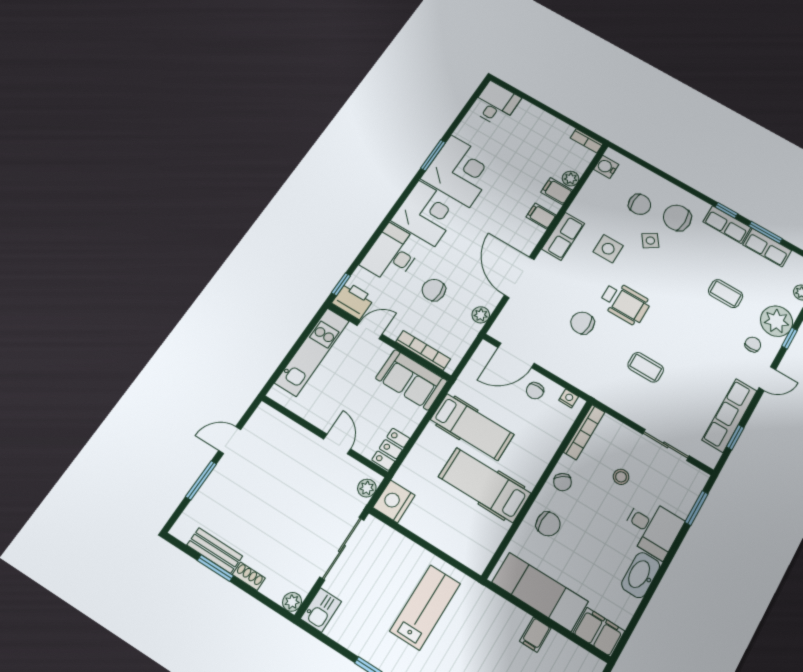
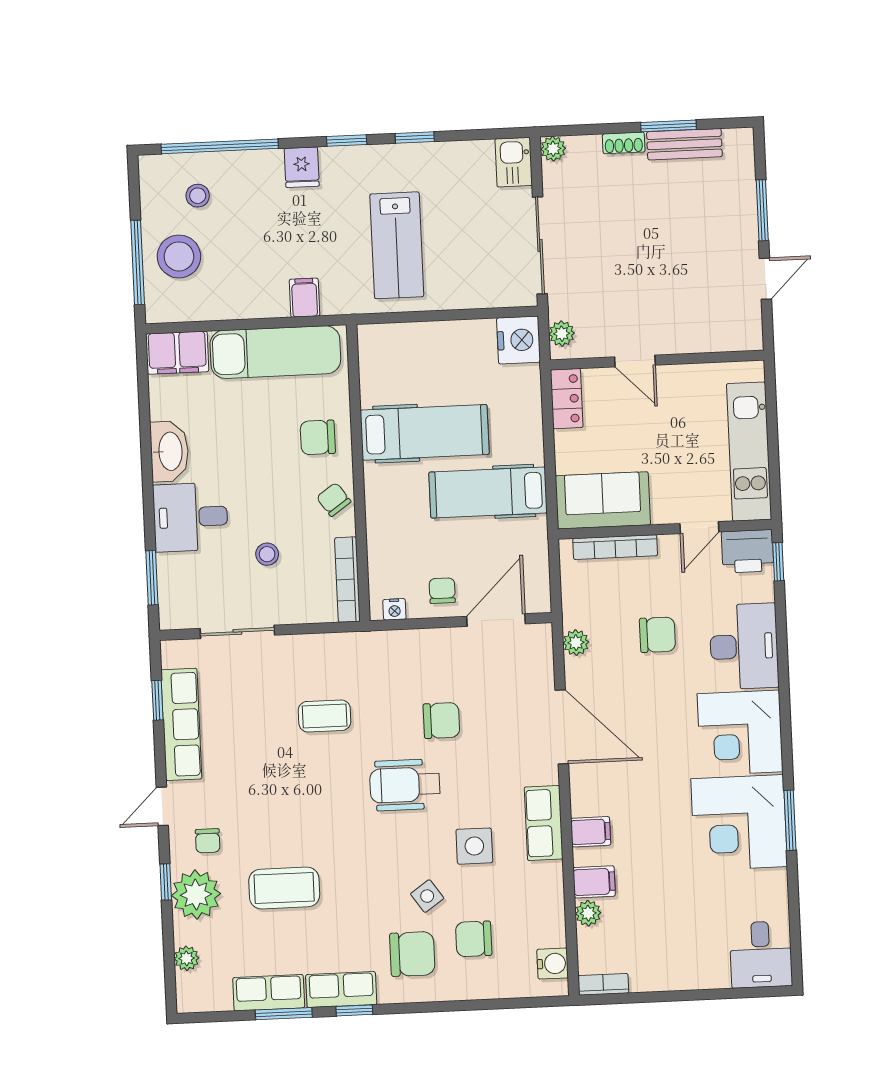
coffee table: (726, 294) -> (284, 888), width x1.36, depth x1.30
filing cabinet: (535, 635) -> (305, 298), moved

